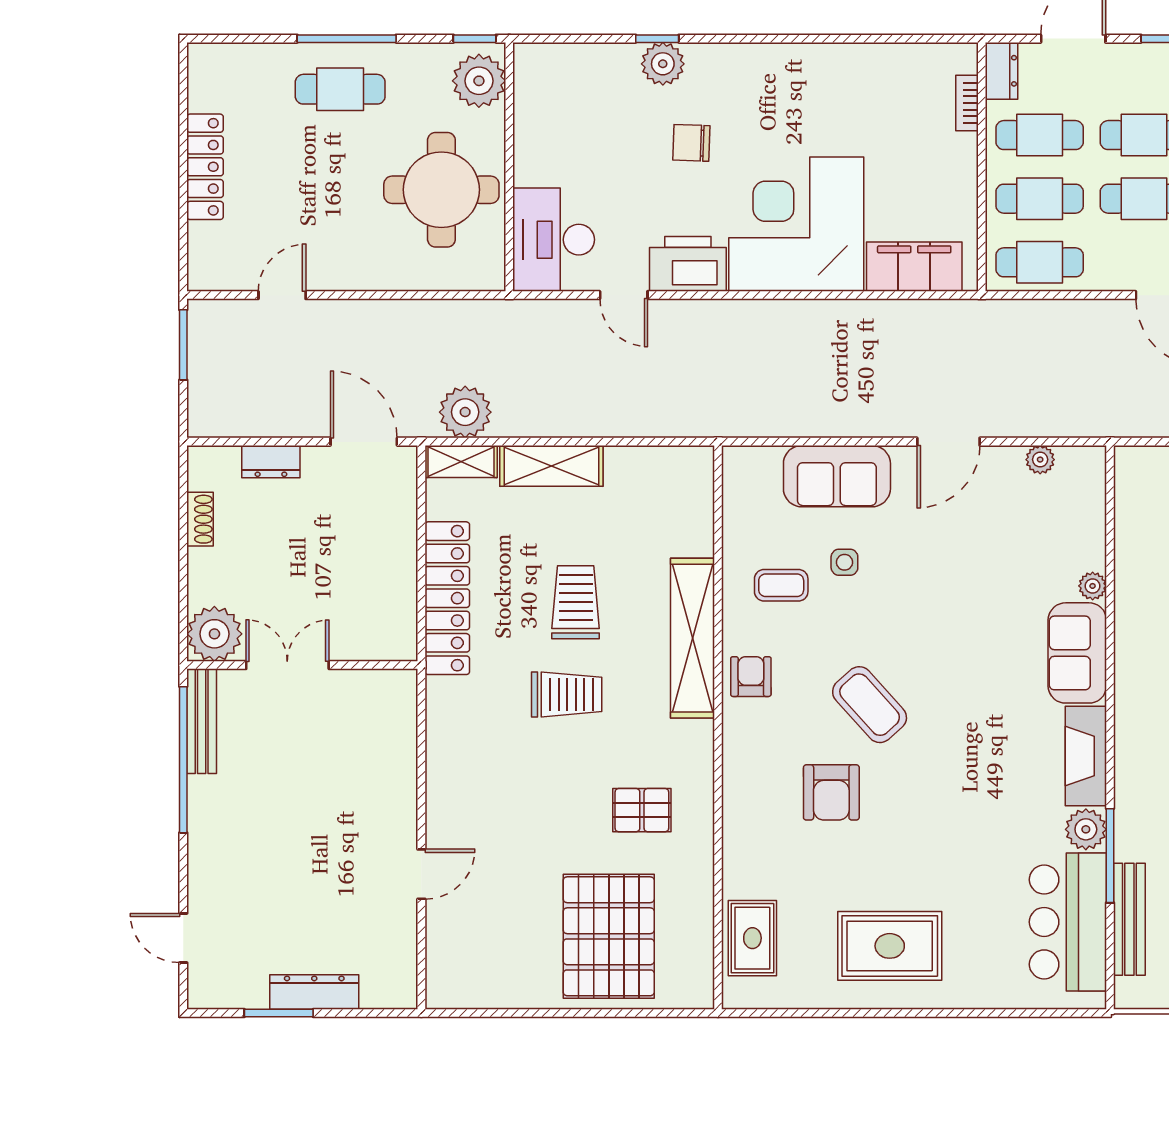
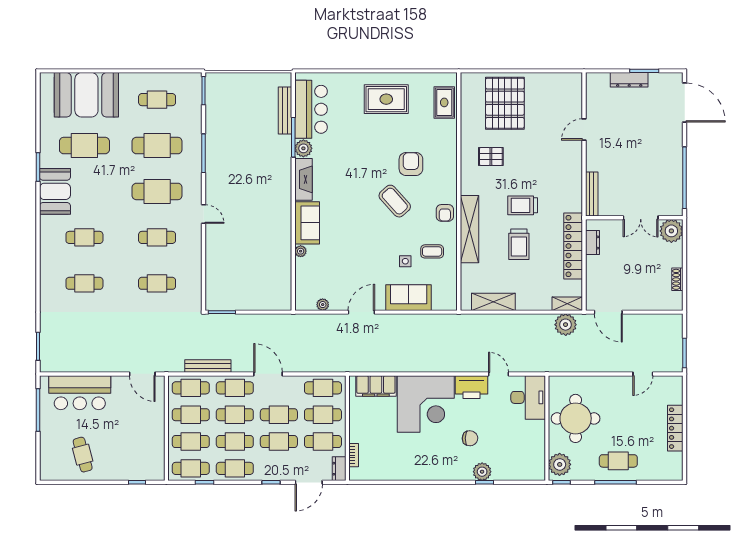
dresser: (271, 462) -> (592, 243), moved, turned 90
shelving: (551, 466) -> (493, 302), moved
bench: (202, 721) -> (592, 194), moved
door: (183, 938) -> (685, 102), width x1.87

